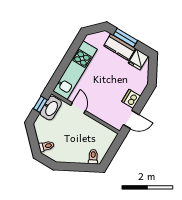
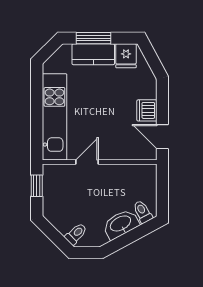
washbasin: (51, 108) -> (121, 224), moved, turned -118
door: (78, 108) -> (87, 162), hinge flipped
door: (131, 120) -> (162, 137), swing flipped

